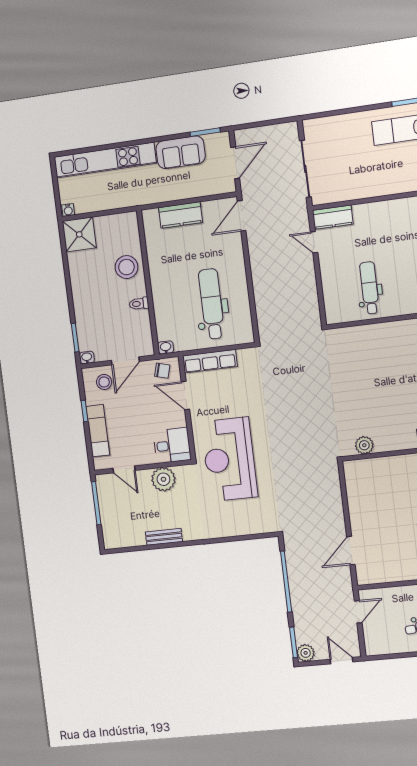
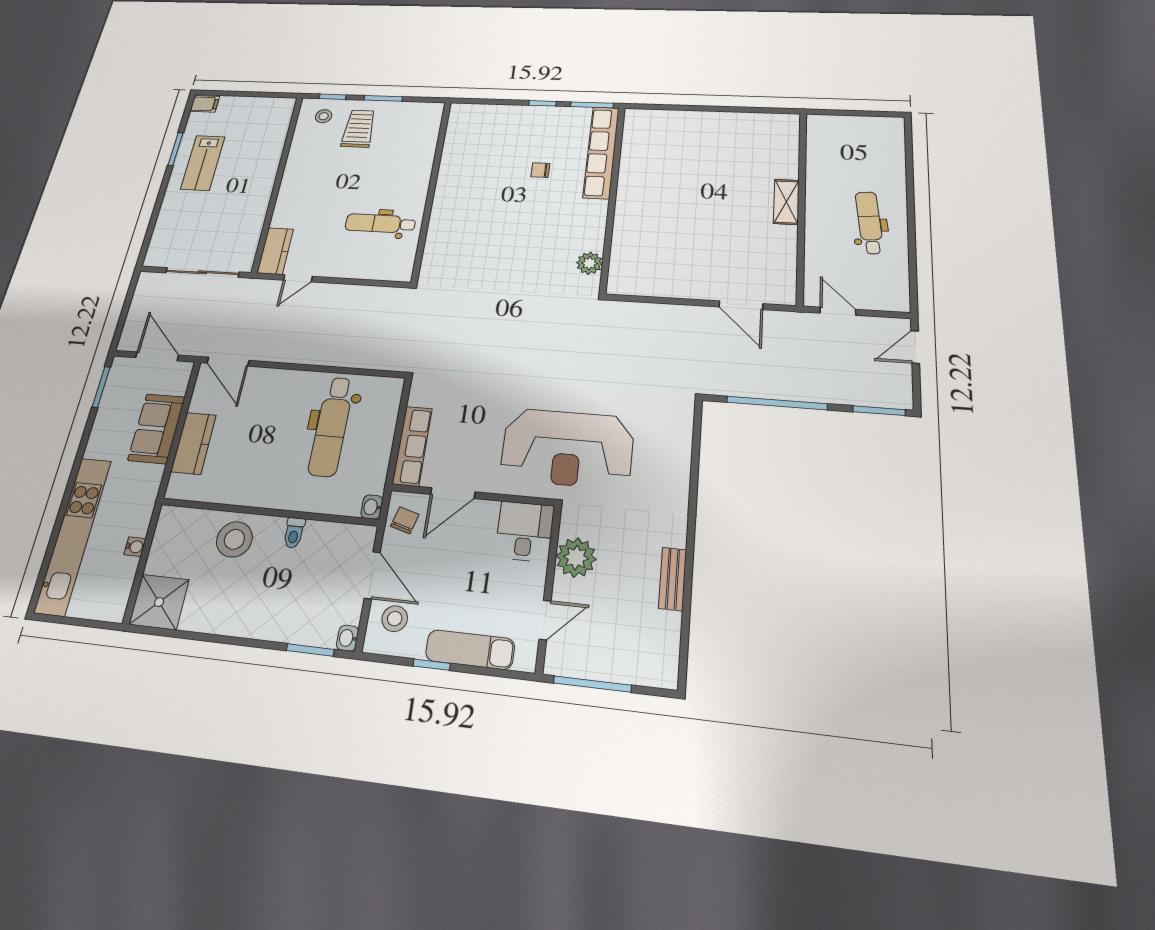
sofa: (181, 152) -> (157, 429), moved, turned 180
water cooler: (68, 210) -> (135, 547), moved
dental chair: (212, 304) -> (331, 426), turned -90
plant: (306, 653) -> (898, 396), removed

